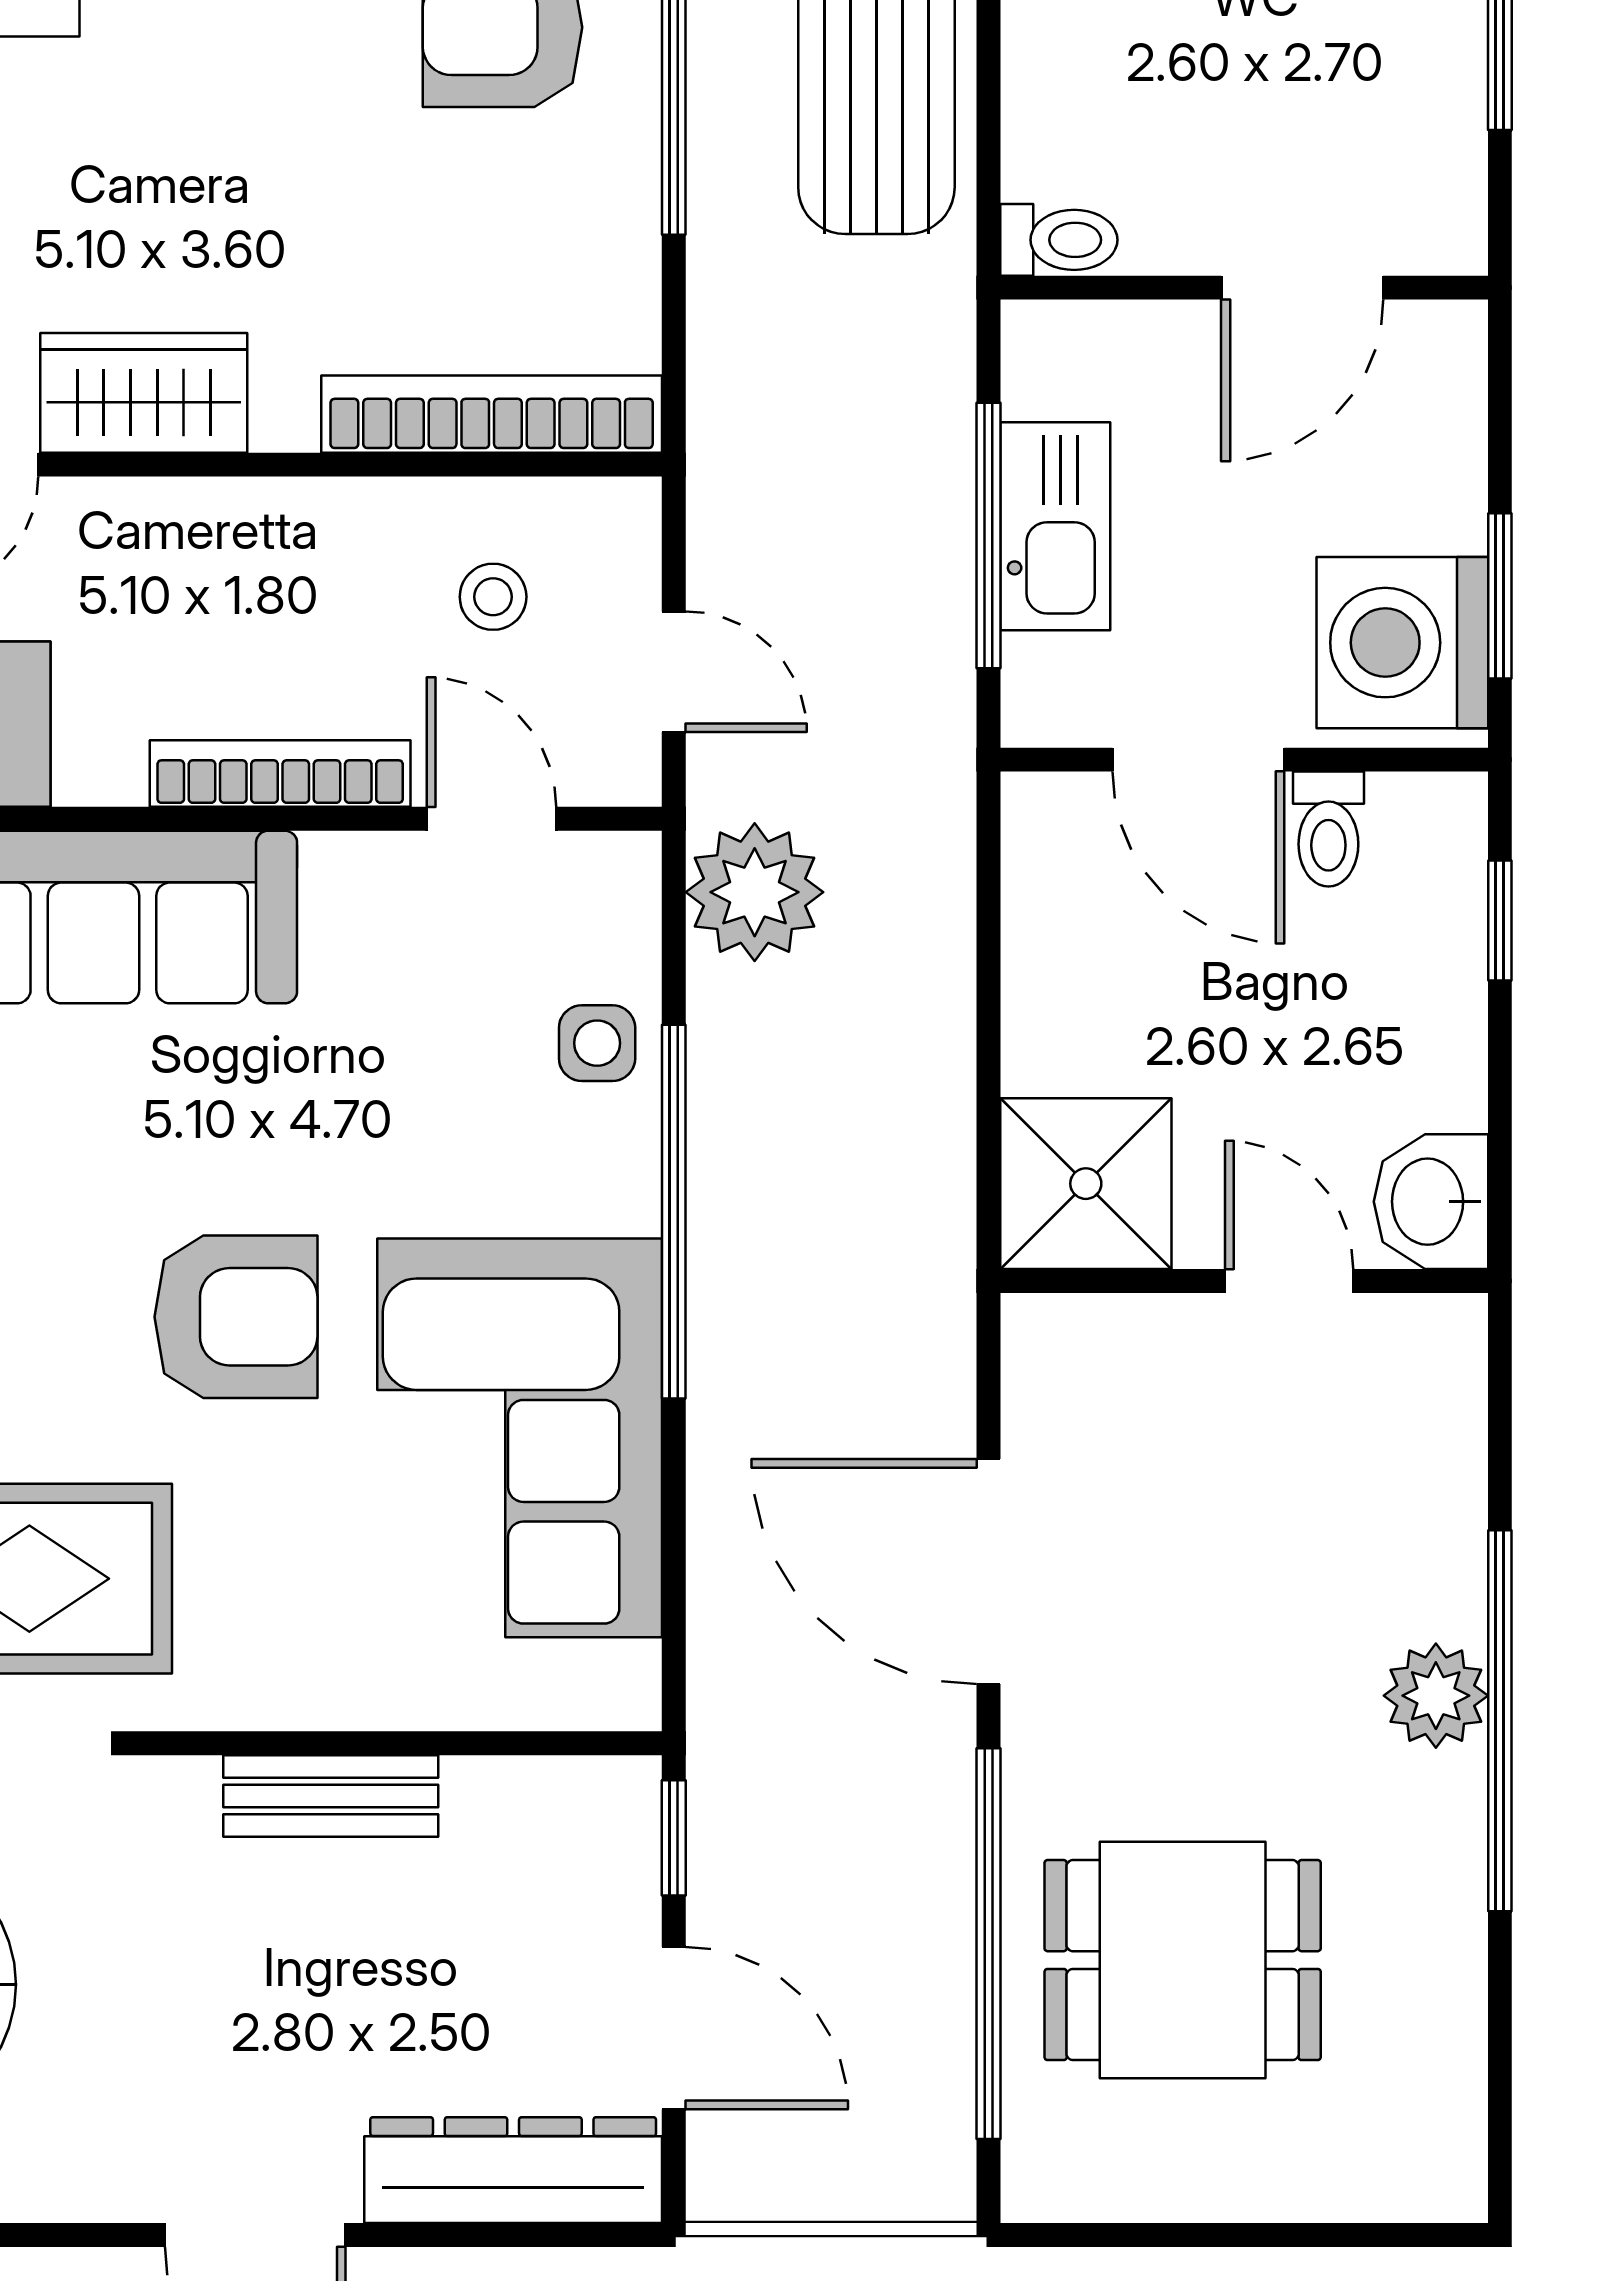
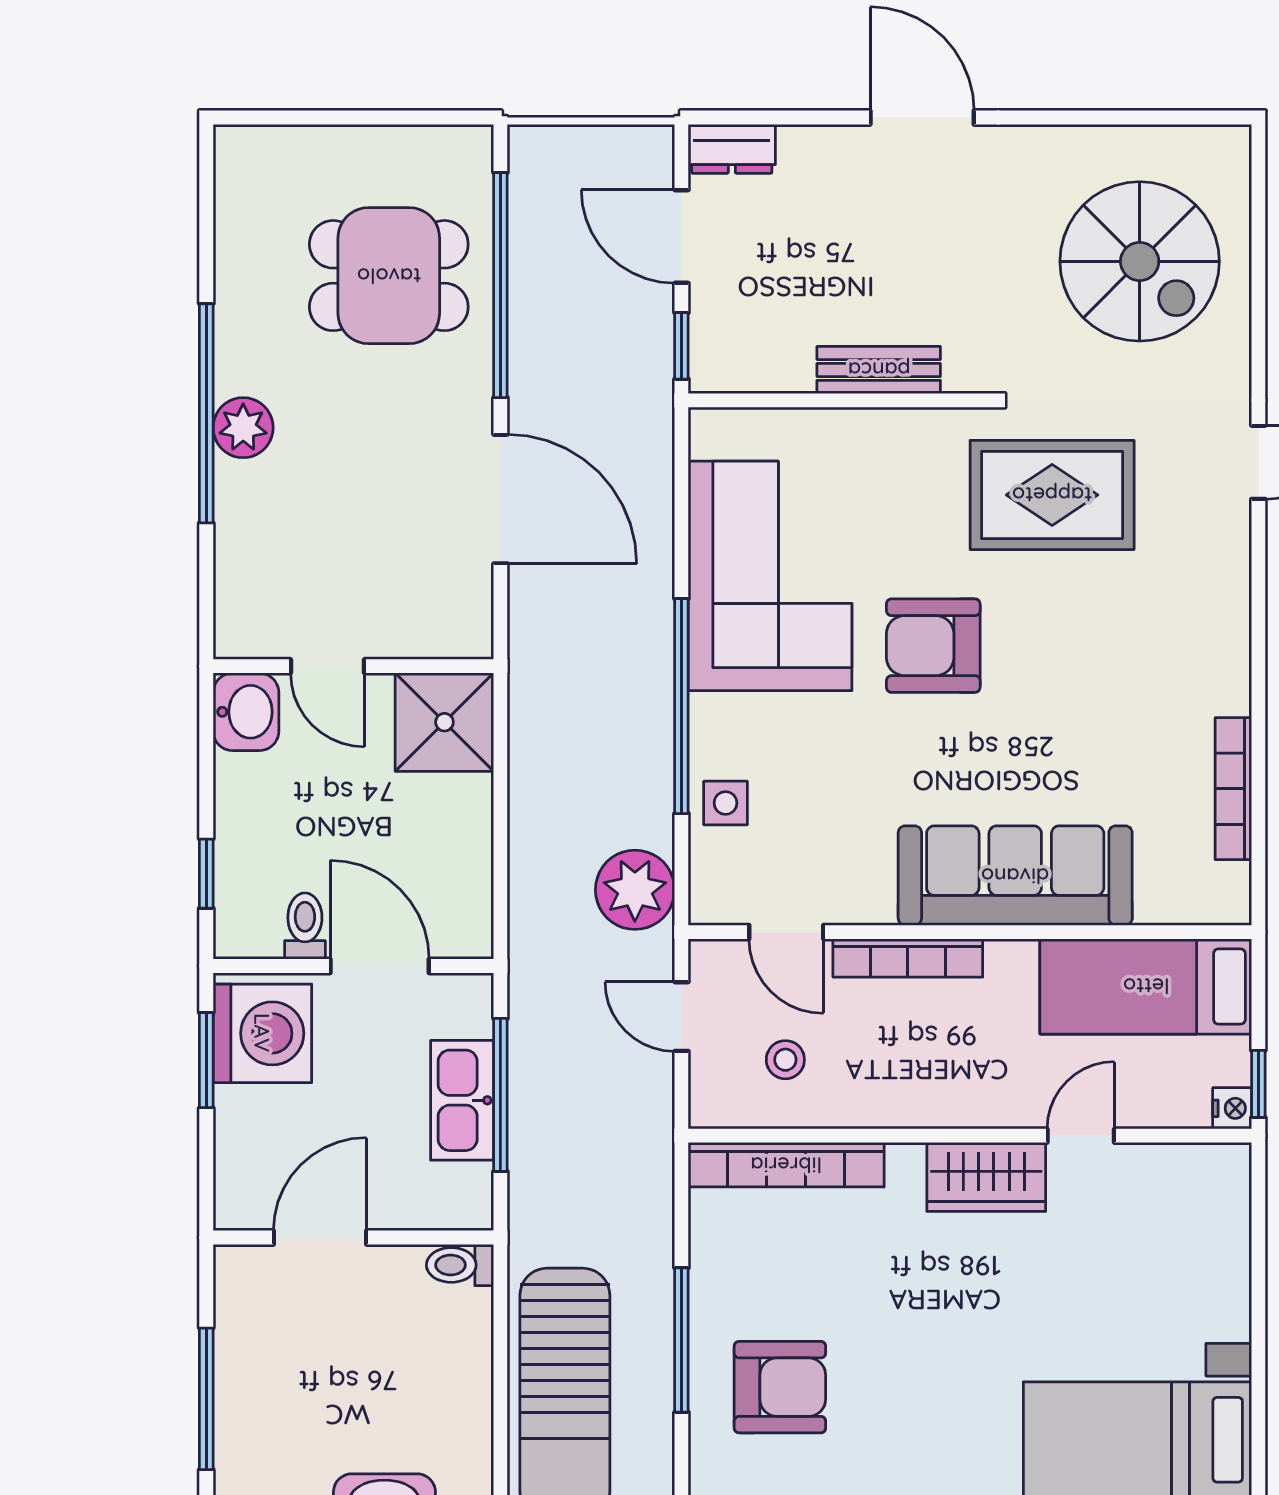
dresser: (513, 2170) -> (732, 149), width x0.51, depth x0.80

